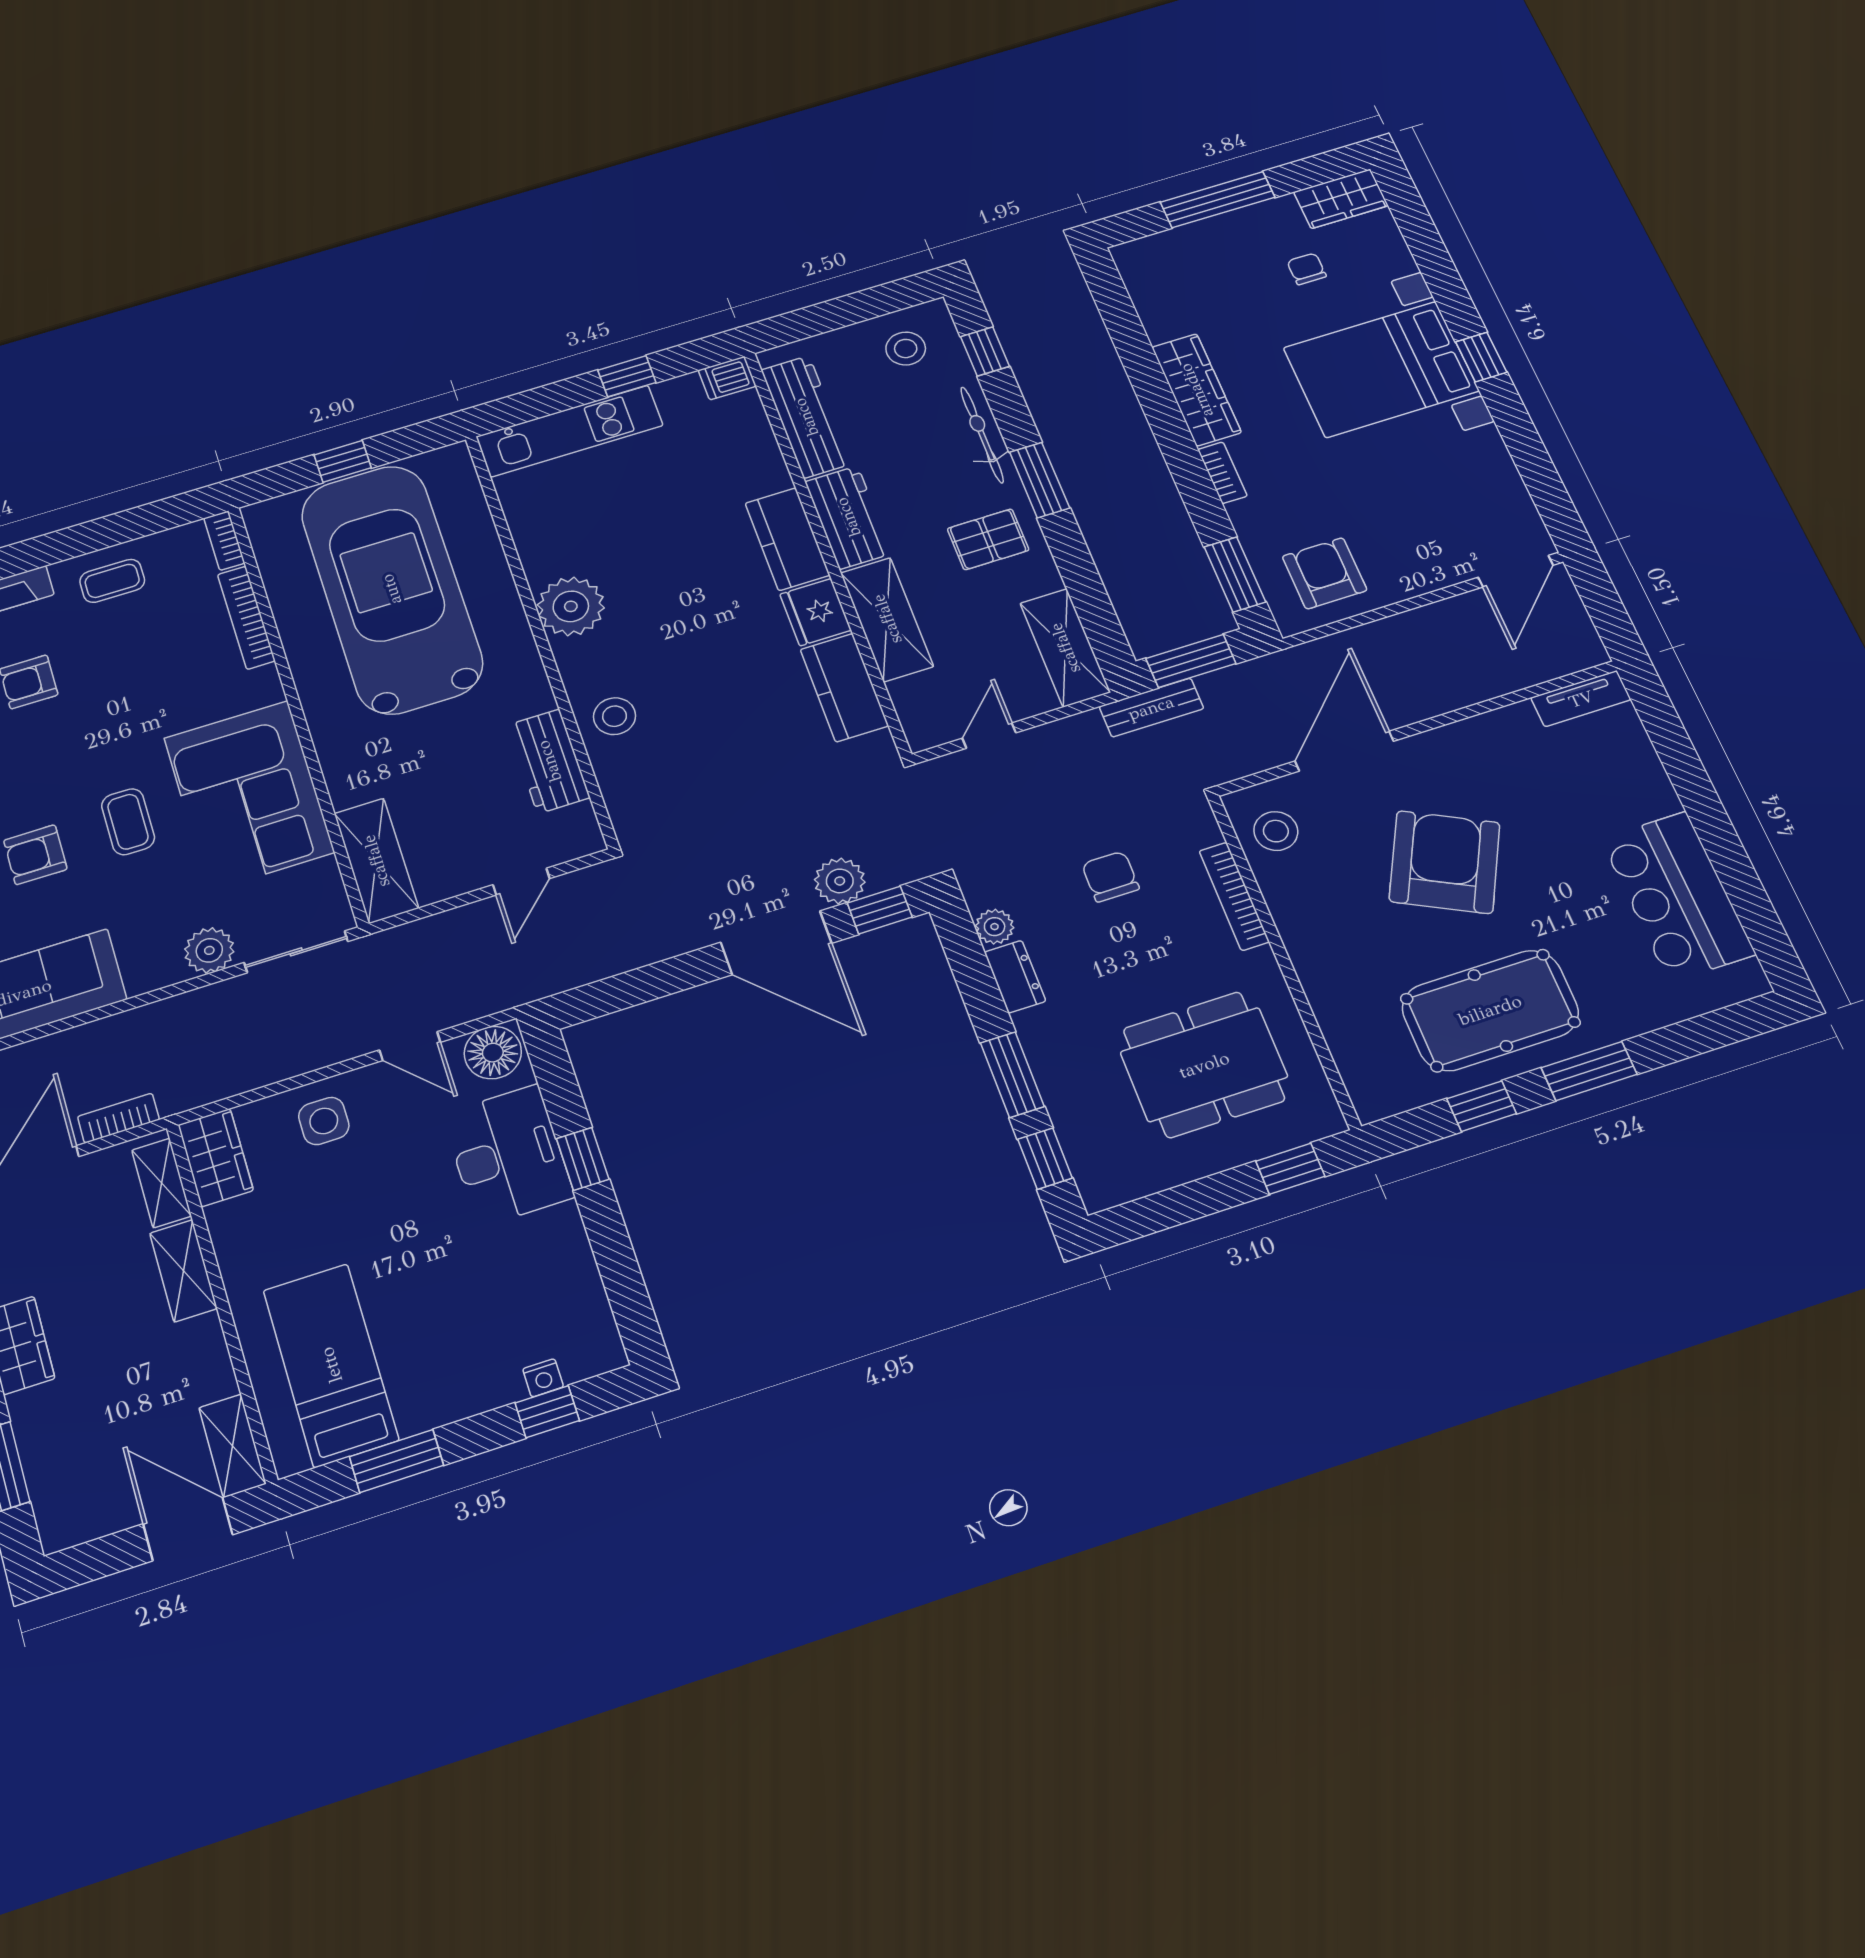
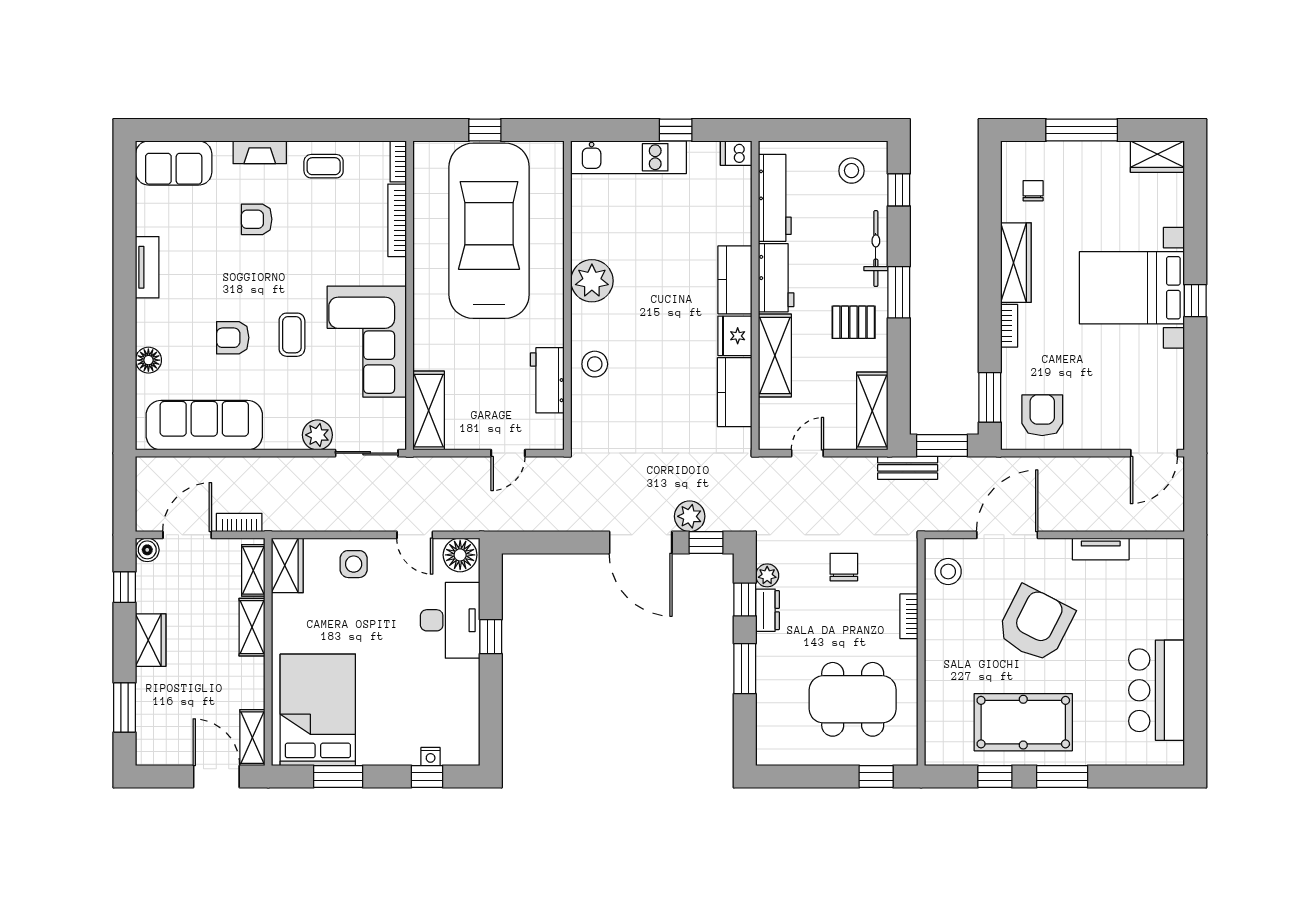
chair: (1307, 269) -> (1033, 191), moved
tv unit: (1581, 699) -> (1101, 549), moved
bookcase: (1234, 896) -> (909, 616), width x0.64
window: (1045, 1159) -> (745, 600), moved
bed: (331, 1365) -> (318, 710), width x1.50

